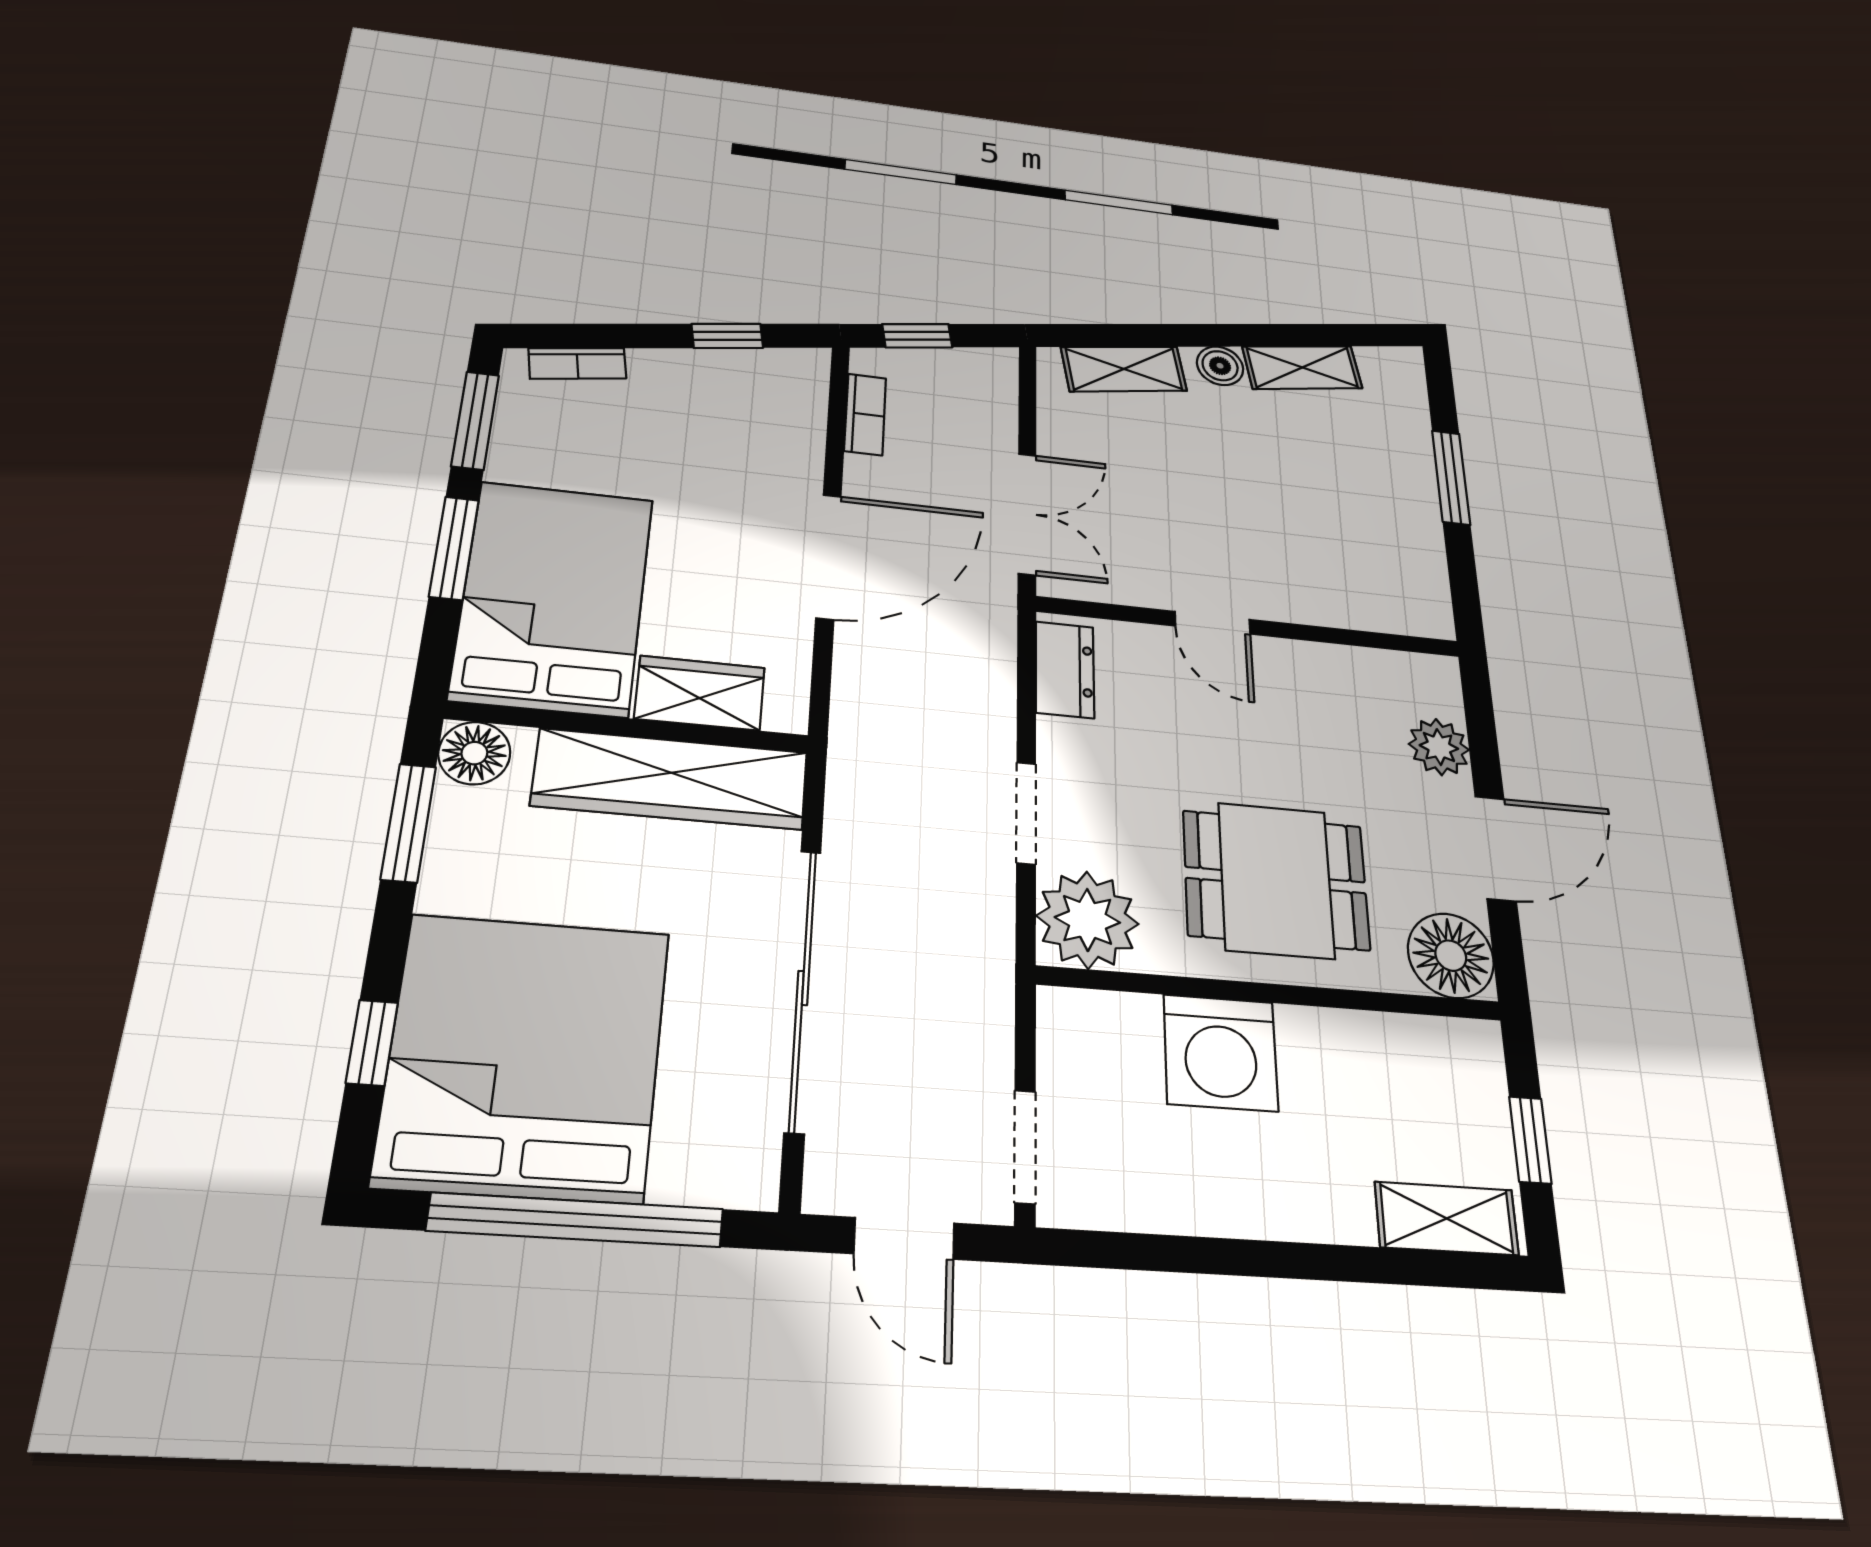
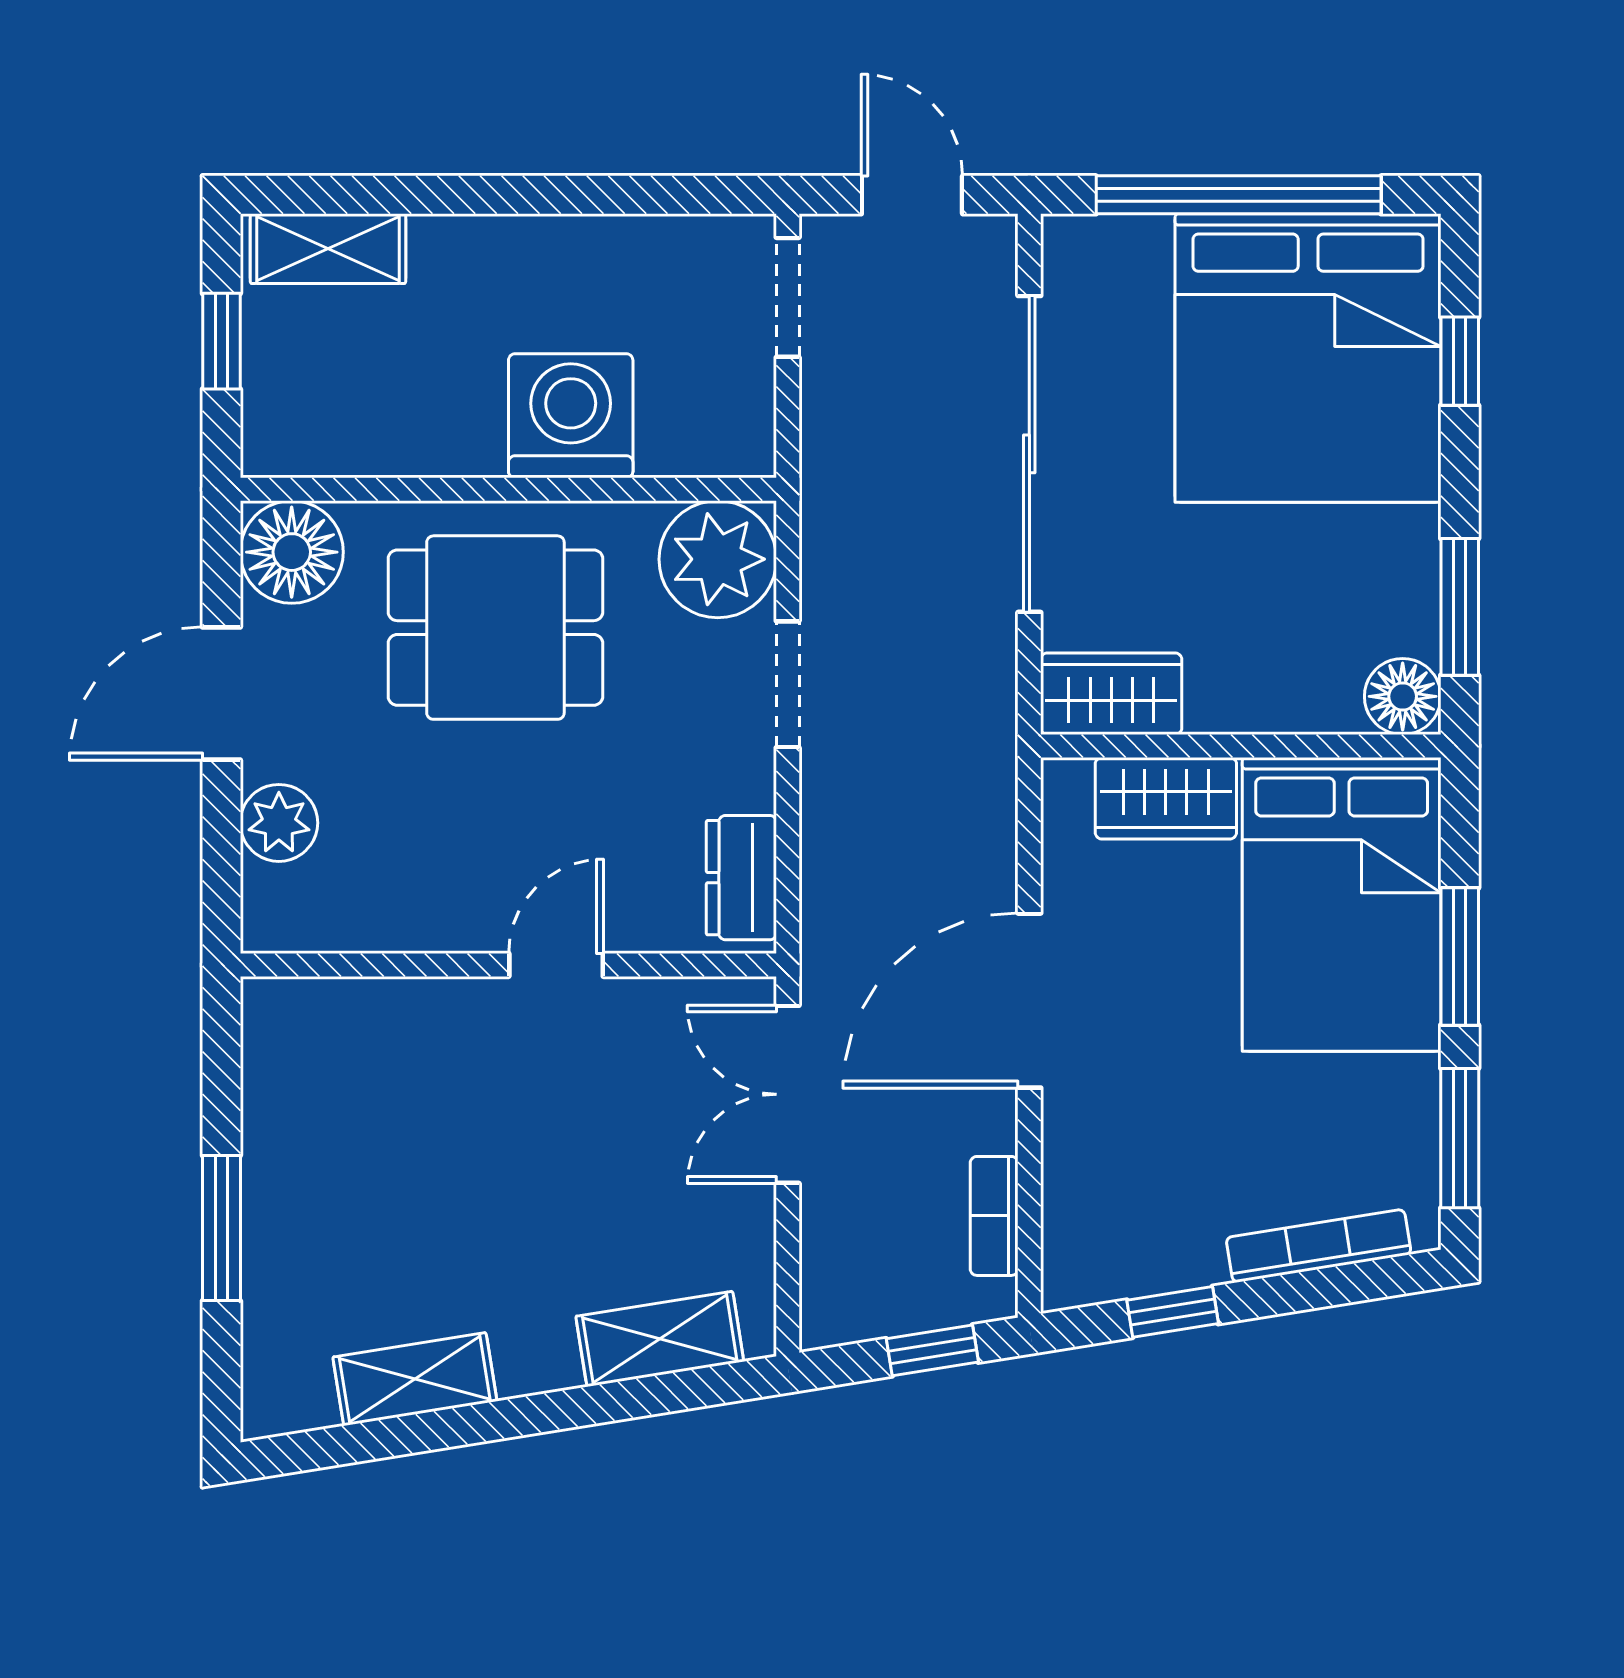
bookcase: (577, 363) -> (1319, 1246), width x1.56
boiler: (1220, 366) -> (529, 1364), removed
door: (1213, 623) -> (556, 965), hinge flipped
wardrobe: (671, 779) -> (1111, 694), width x0.48, depth x0.85

